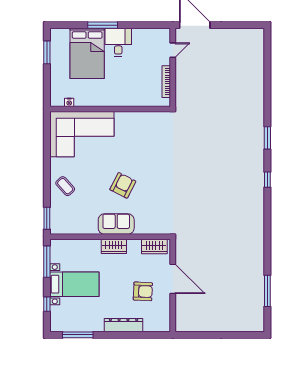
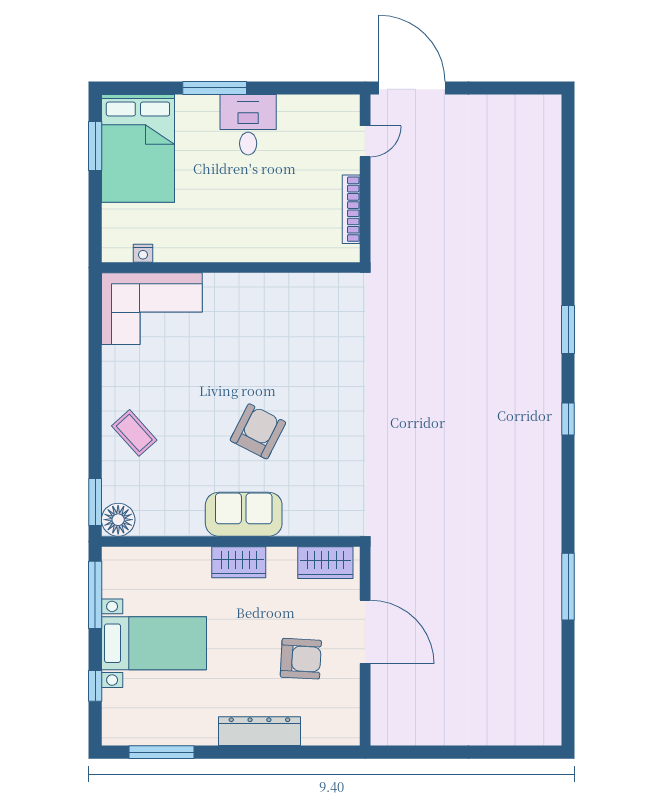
bed: (87, 53) -> (138, 148), moved
corner sofa: (82, 134) -> (152, 309), width x0.73, depth x0.74
floor lamp: (58, 227) -> (118, 520), added
window: (267, 291) -> (568, 587), moved

